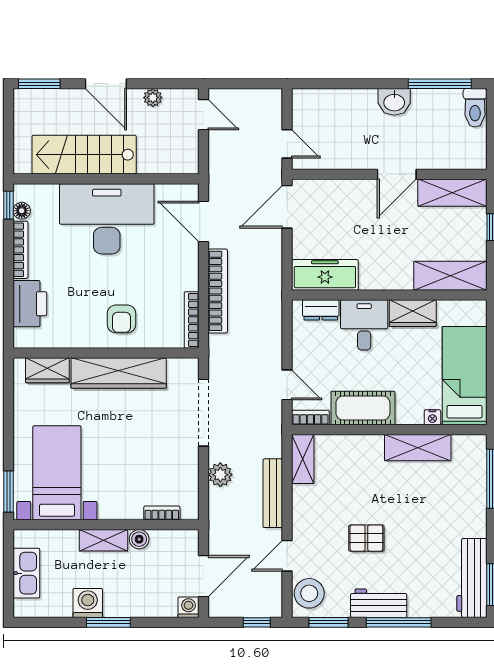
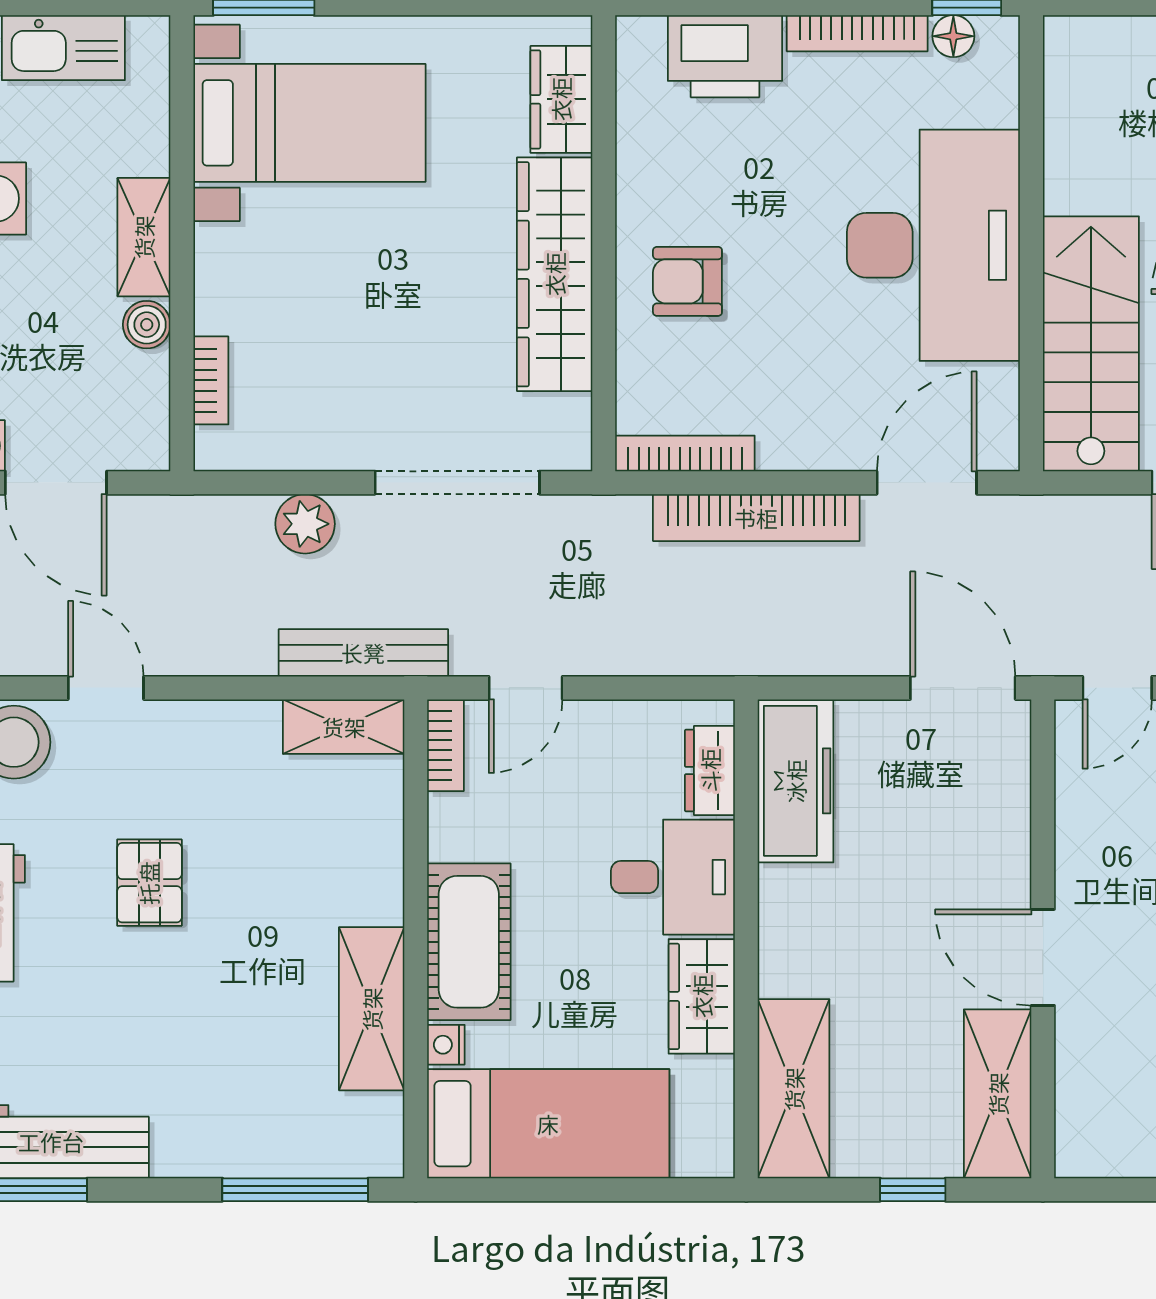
stairs: (84, 155) -> (1091, 344), moved
cot: (363, 408) -> (469, 942), moved
bench: (273, 493) -> (363, 653), moved

